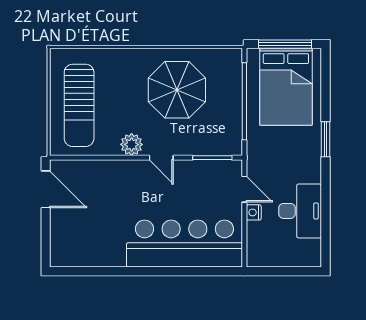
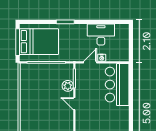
parasol: (177, 90) -> (41, 96), removed
plant: (132, 144) -> (68, 86), moved
door: (161, 158) -> (74, 104), swing flipped
bar counter: (184, 244) -> (117, 85), width x0.73

